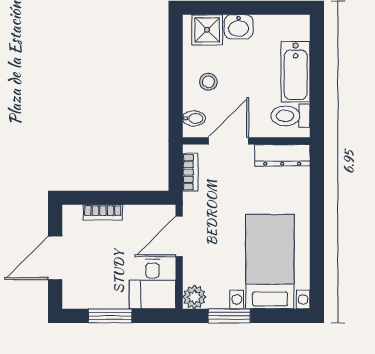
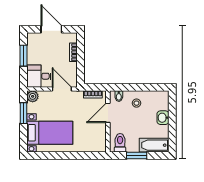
shower: (207, 30) -> (161, 103), removed
bathtub: (296, 72) -> (154, 145), moved
window: (317, 82) -> (137, 155), added
door: (229, 141) -> (108, 113), swing flipped
dresser: (282, 155) -> (101, 139), removed

